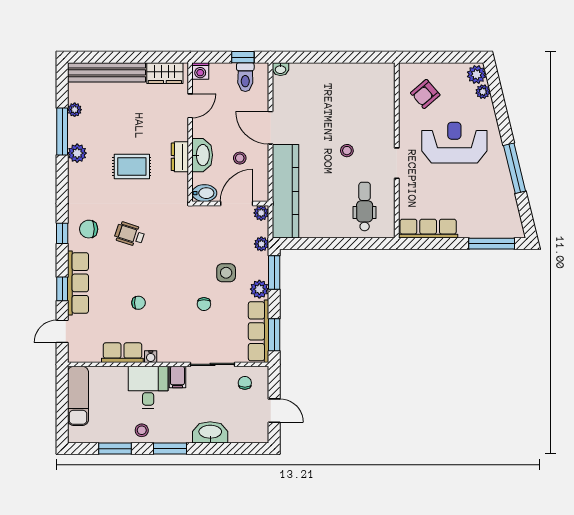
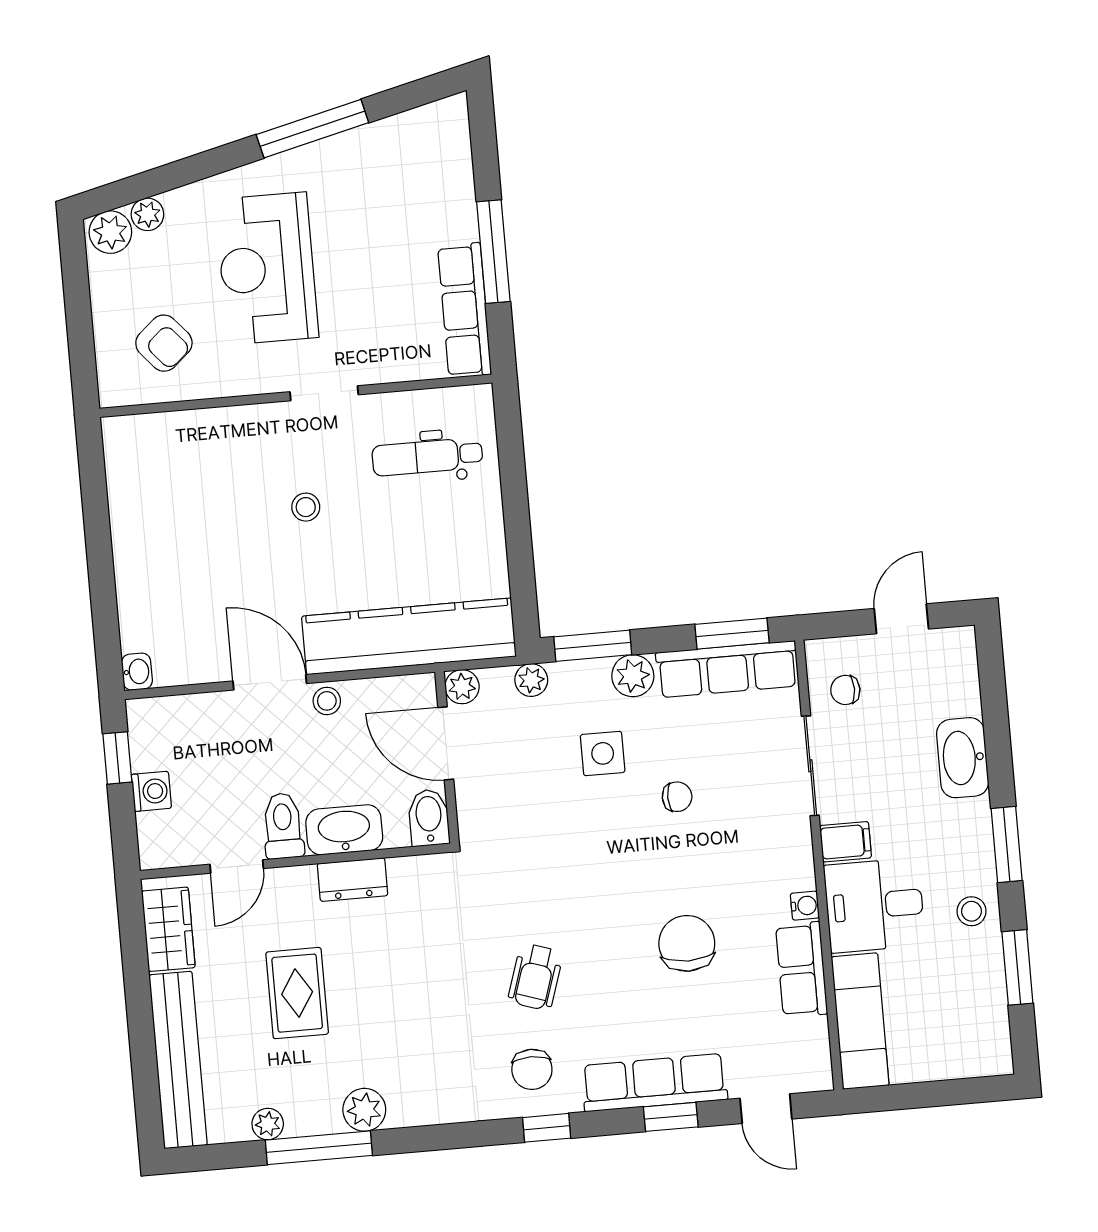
washing machine: (200, 71) -> (151, 791), moved
toilet: (245, 77) -> (283, 826), moved, turned -90
door: (190, 106) -> (237, 866), swing flipped
door: (271, 128) -> (270, 682), swing flipped
stool: (240, 158) -> (327, 701), moved
rug: (132, 167) -> (297, 993), moved
window: (492, 244) -> (493, 252), moved
chair: (139, 303) -> (687, 943), width x1.87, depth x1.87
exam couch: (78, 396) -> (860, 1021), moved, turned 90

